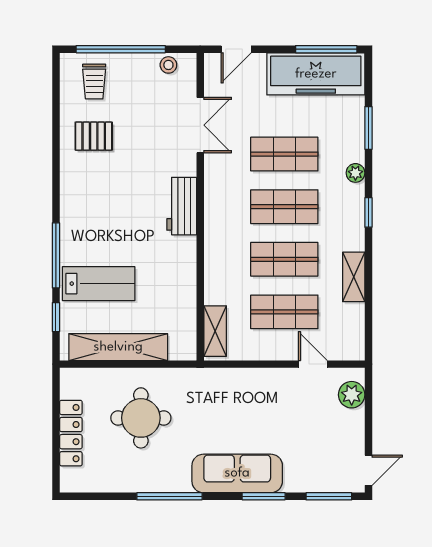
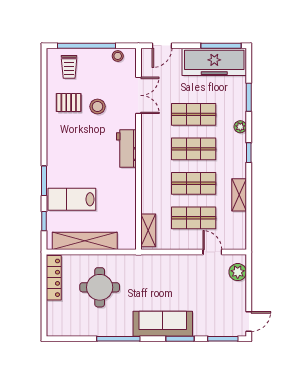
stool: (138, 142) -> (98, 106), added
window: (56, 255) -> (44, 181), width x0.69
lab bench: (99, 284) -> (72, 199), turned 180
locker: (71, 433) -> (54, 278), moved

